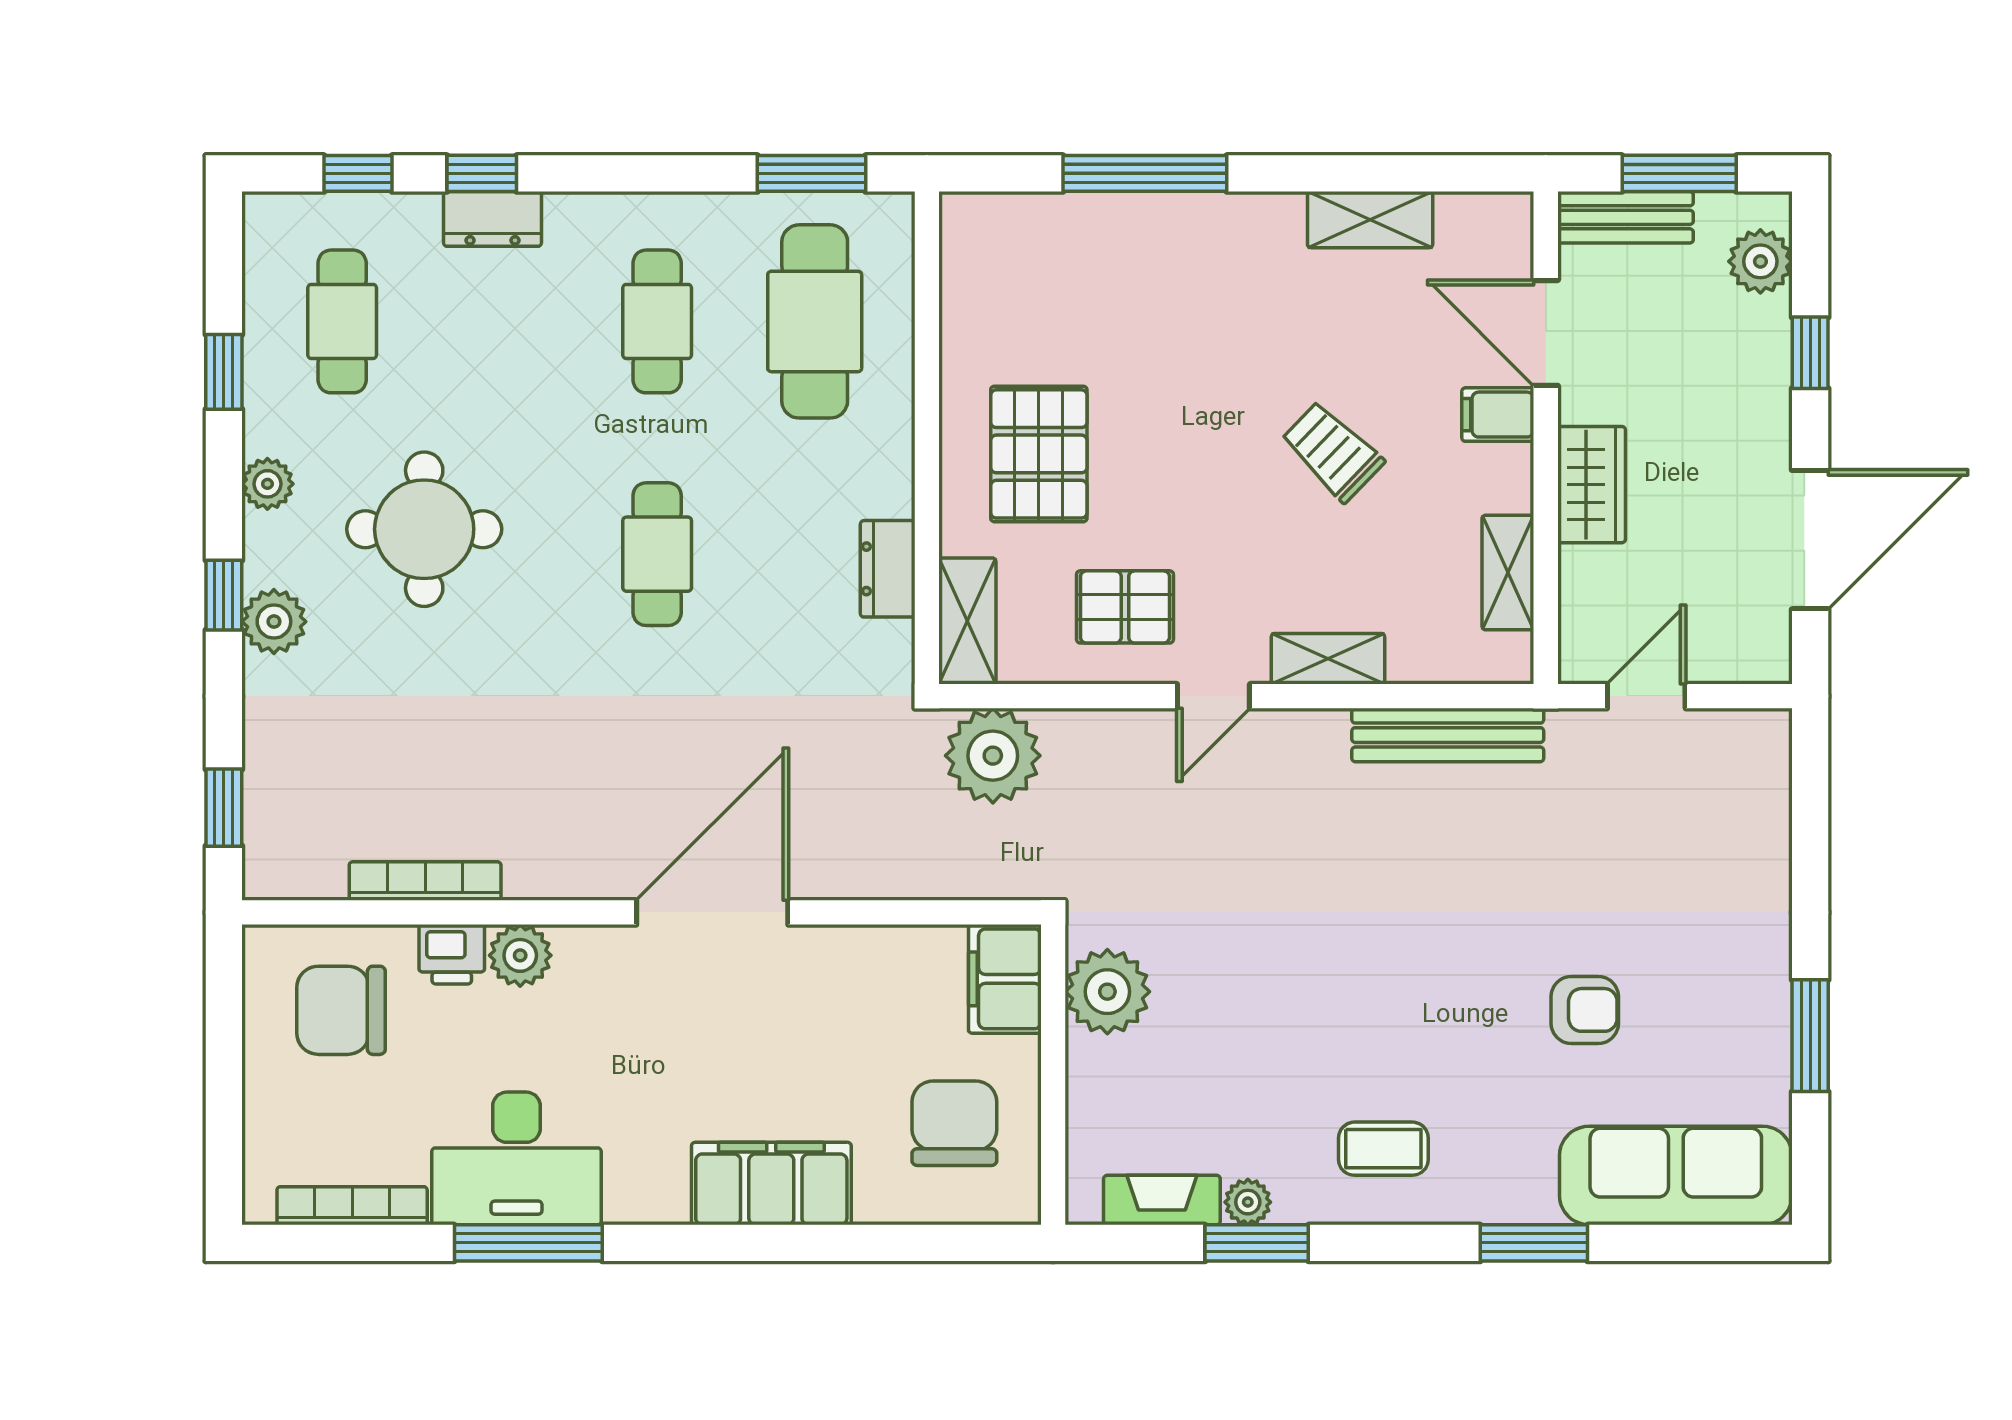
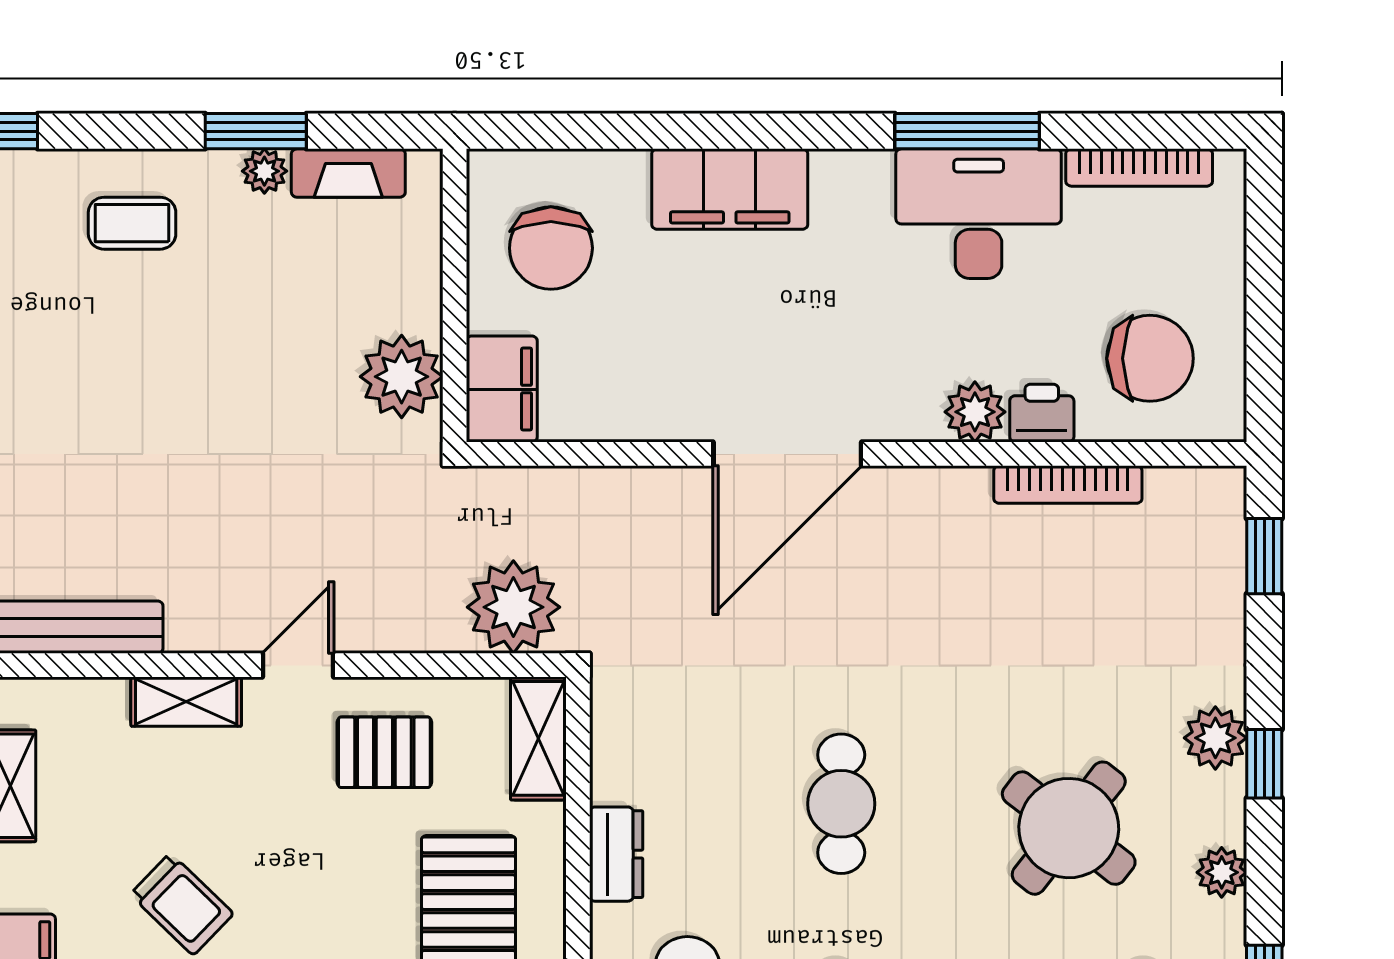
round table: (424, 529) -> (1069, 828), turned 38
dresser: (888, 569) -> (616, 854), moved

